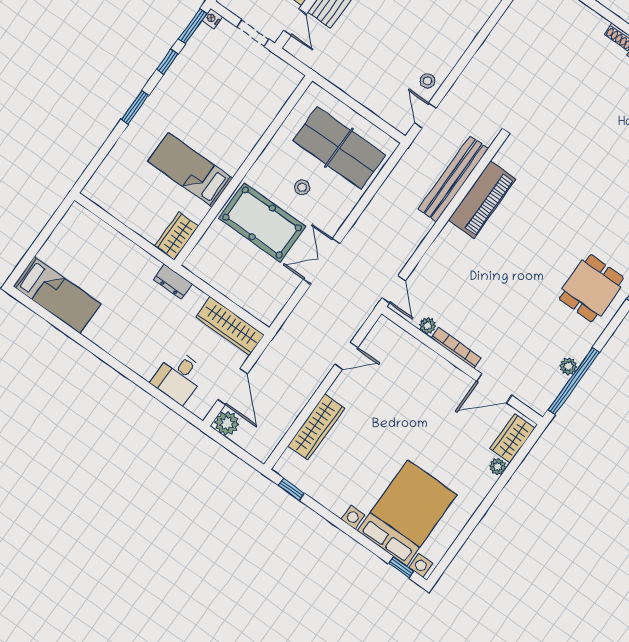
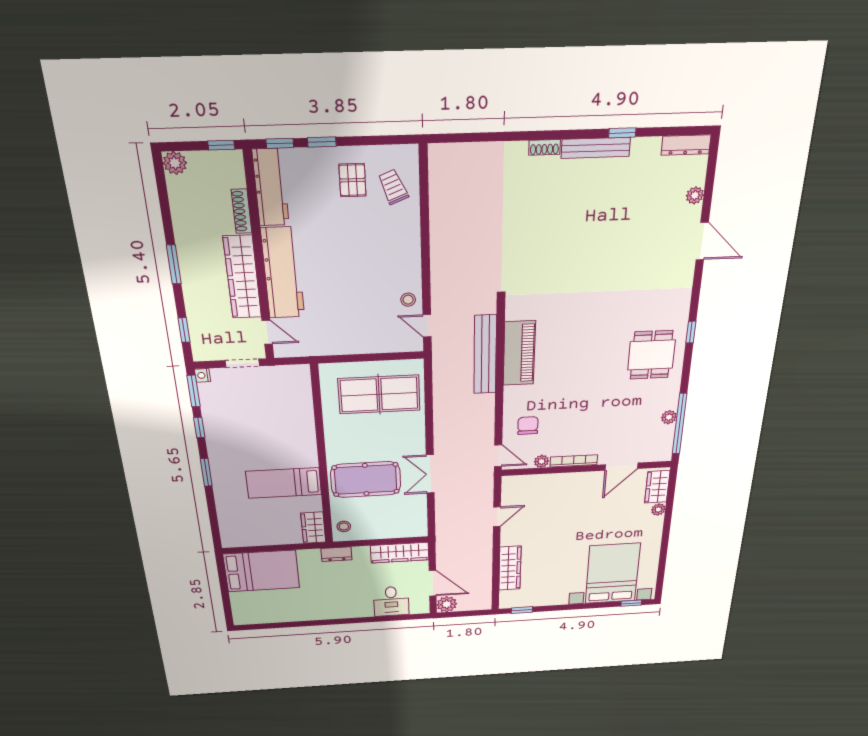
stool: (302, 187) -> (344, 526), moved
chair: (441, 278) -> (528, 426), added
bed: (57, 295) -> (262, 571), moved, width x1.50

